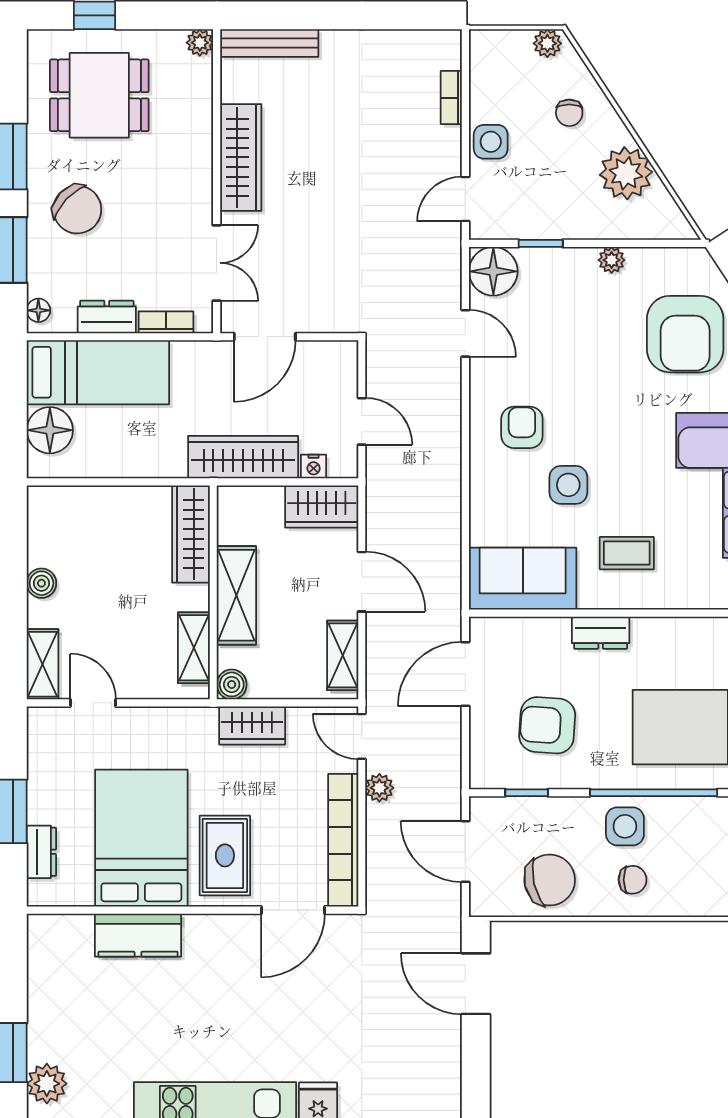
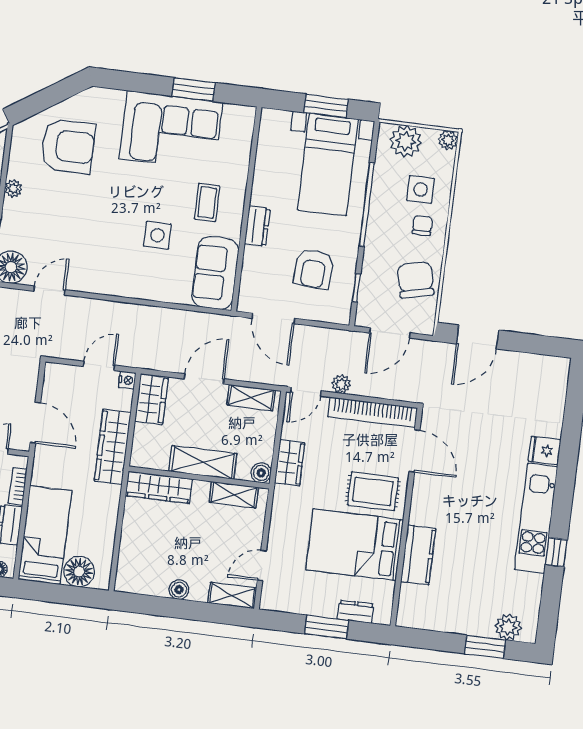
armchair: (522, 427) -> (116, 261), removed
nightstand: (314, 466) -> (127, 380), moved
side table: (625, 826) -> (421, 189), moved

